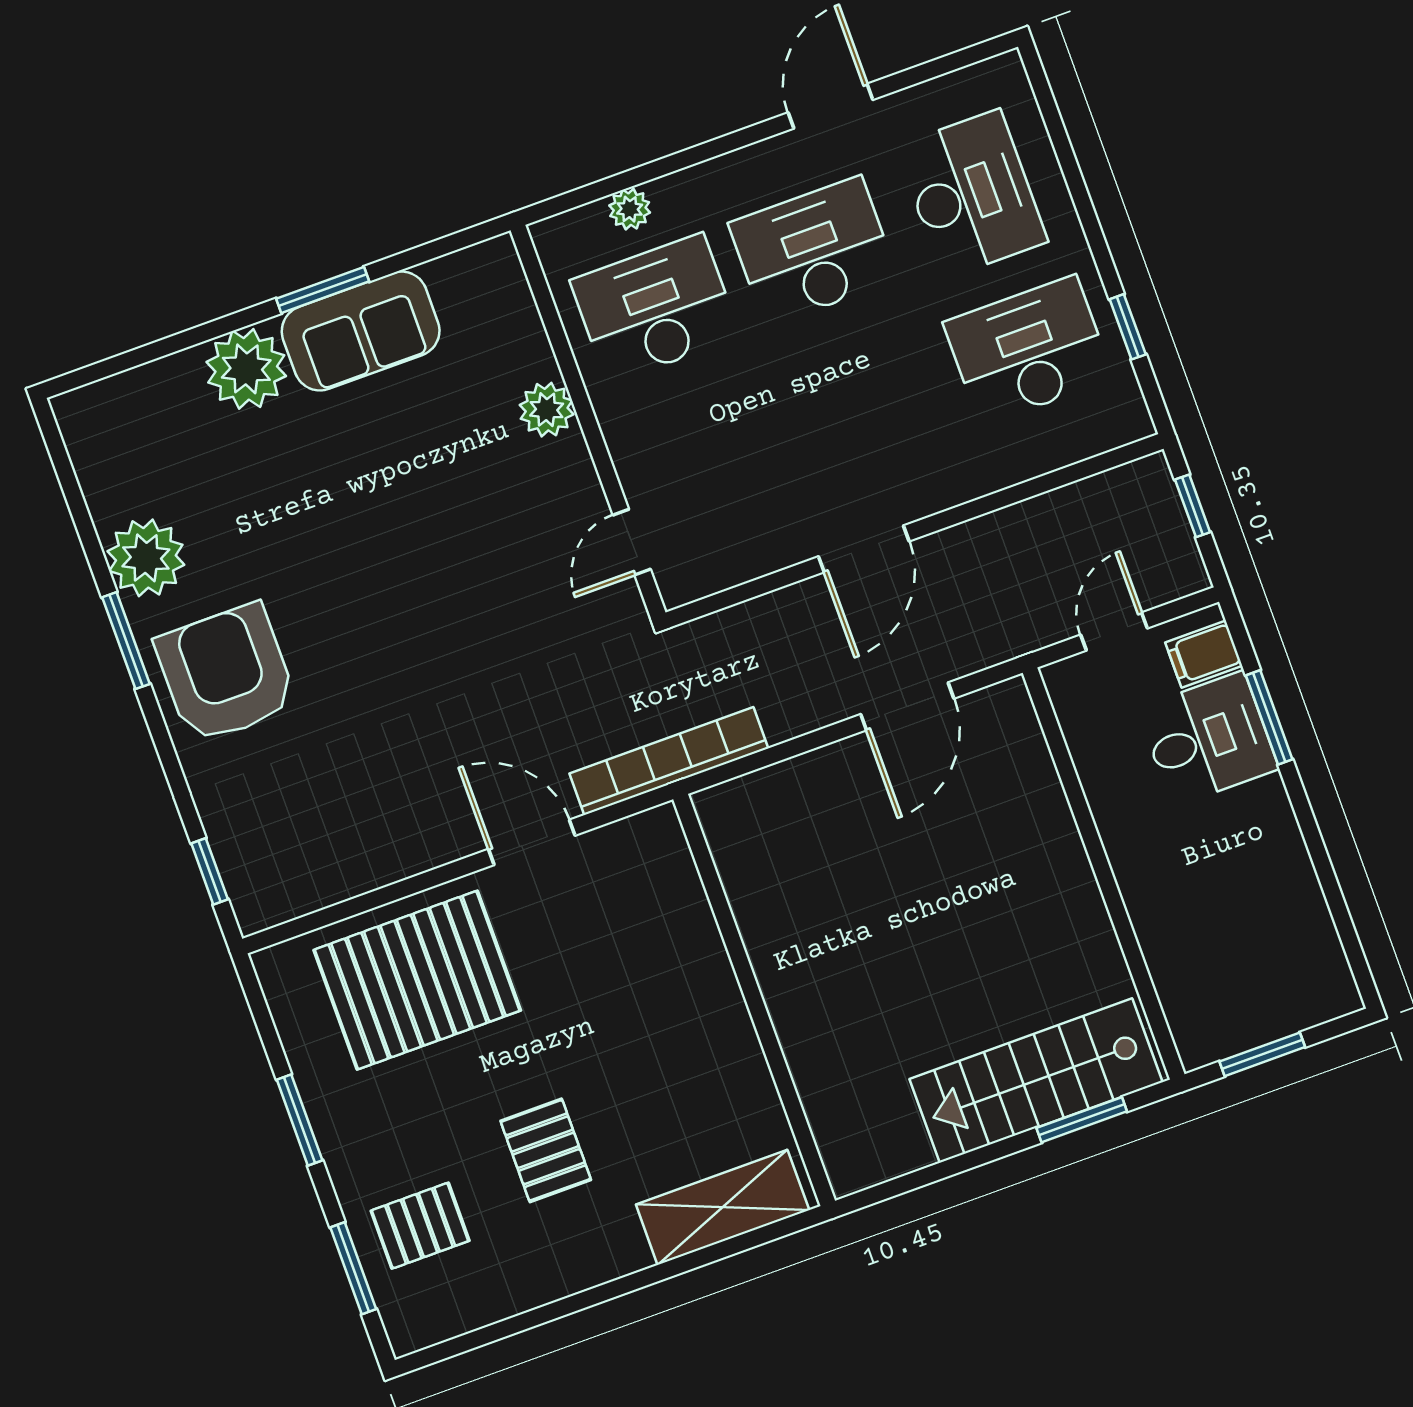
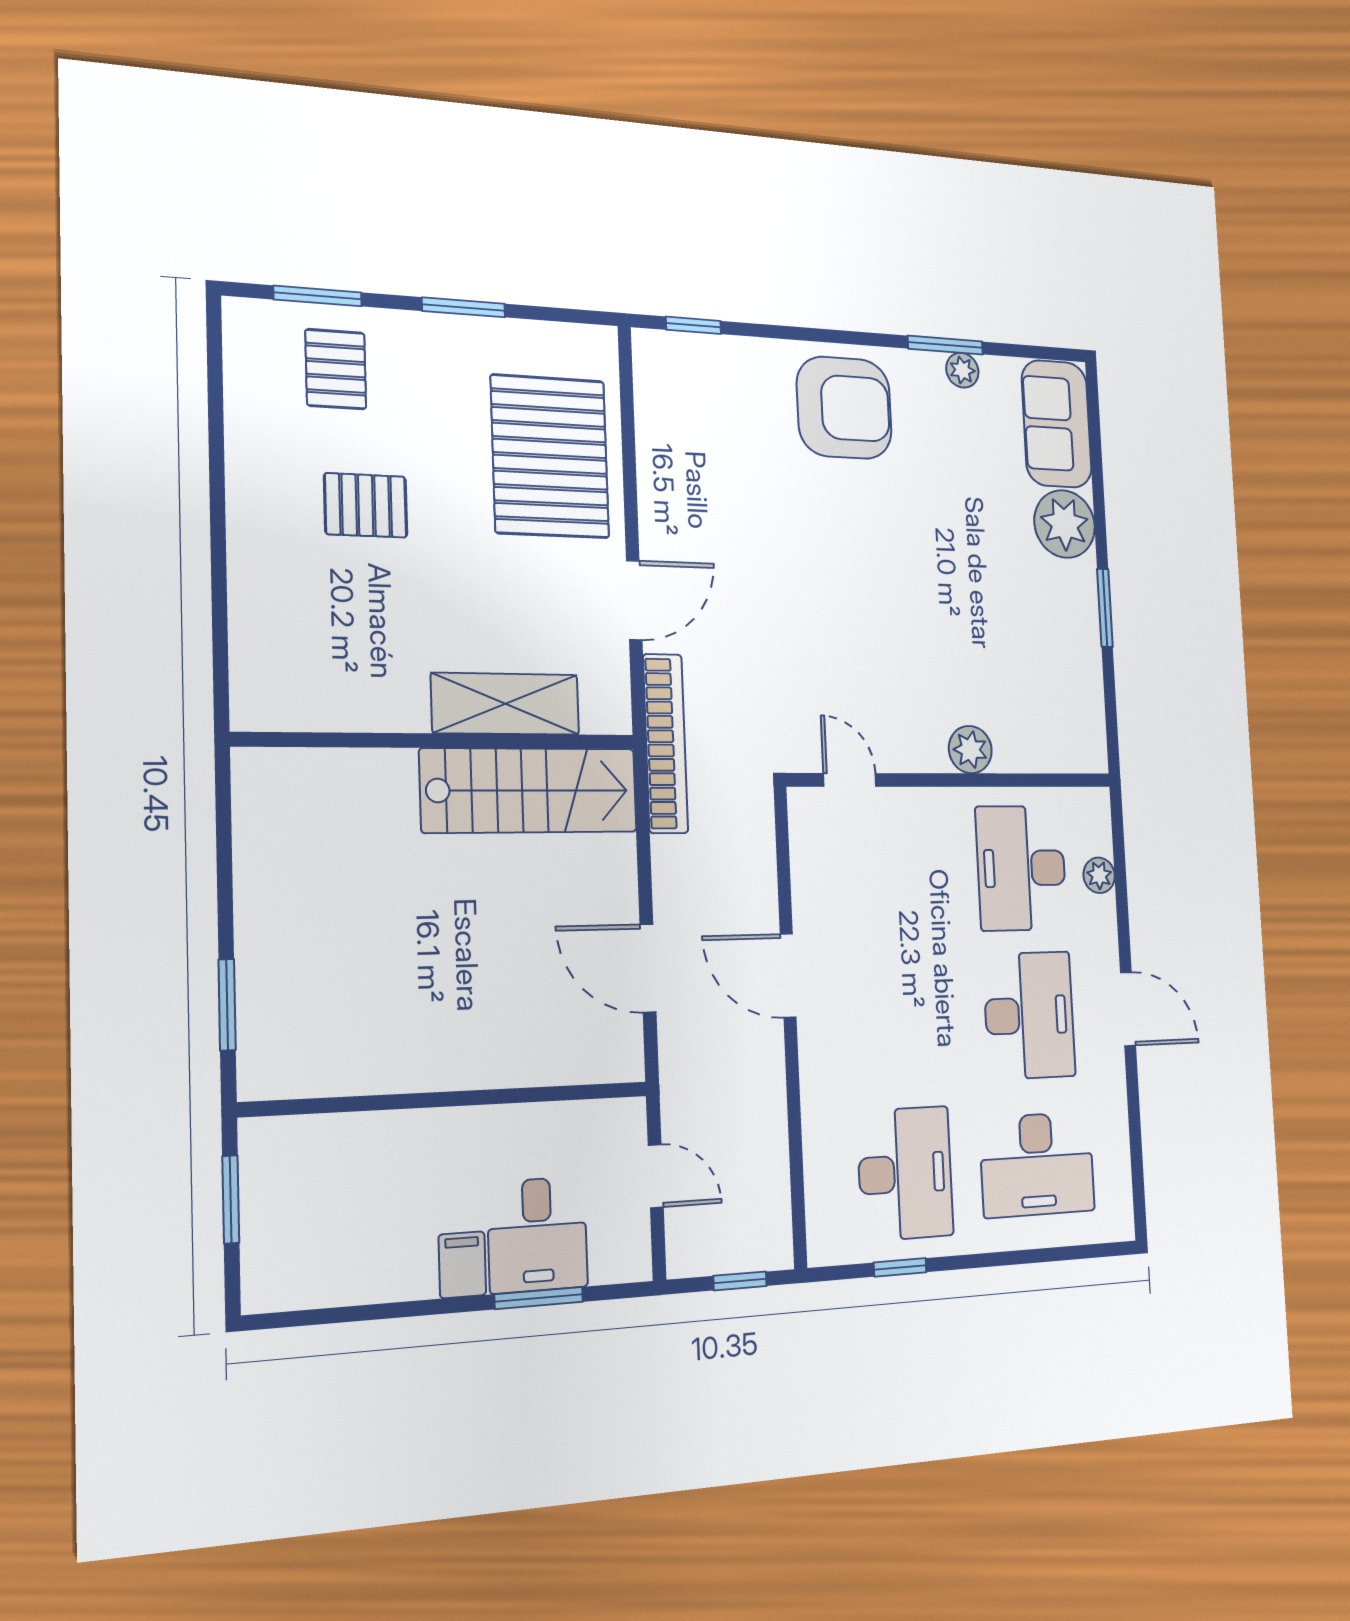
door: (831, 106) -> (1128, 1009), moved
desk: (655, 308) -> (1021, 868), turned 180
sofa: (361, 331) -> (1057, 424), moved
plant: (146, 558) -> (962, 370), width x0.53, depth x0.53
window: (126, 641) -> (945, 345), moved
filing cabinet: (1204, 654) -> (462, 1265), moved
stairs: (1036, 1081) -> (529, 790), moved, turned 90
shelving: (723, 1207) -> (505, 704), moved, turned 90

